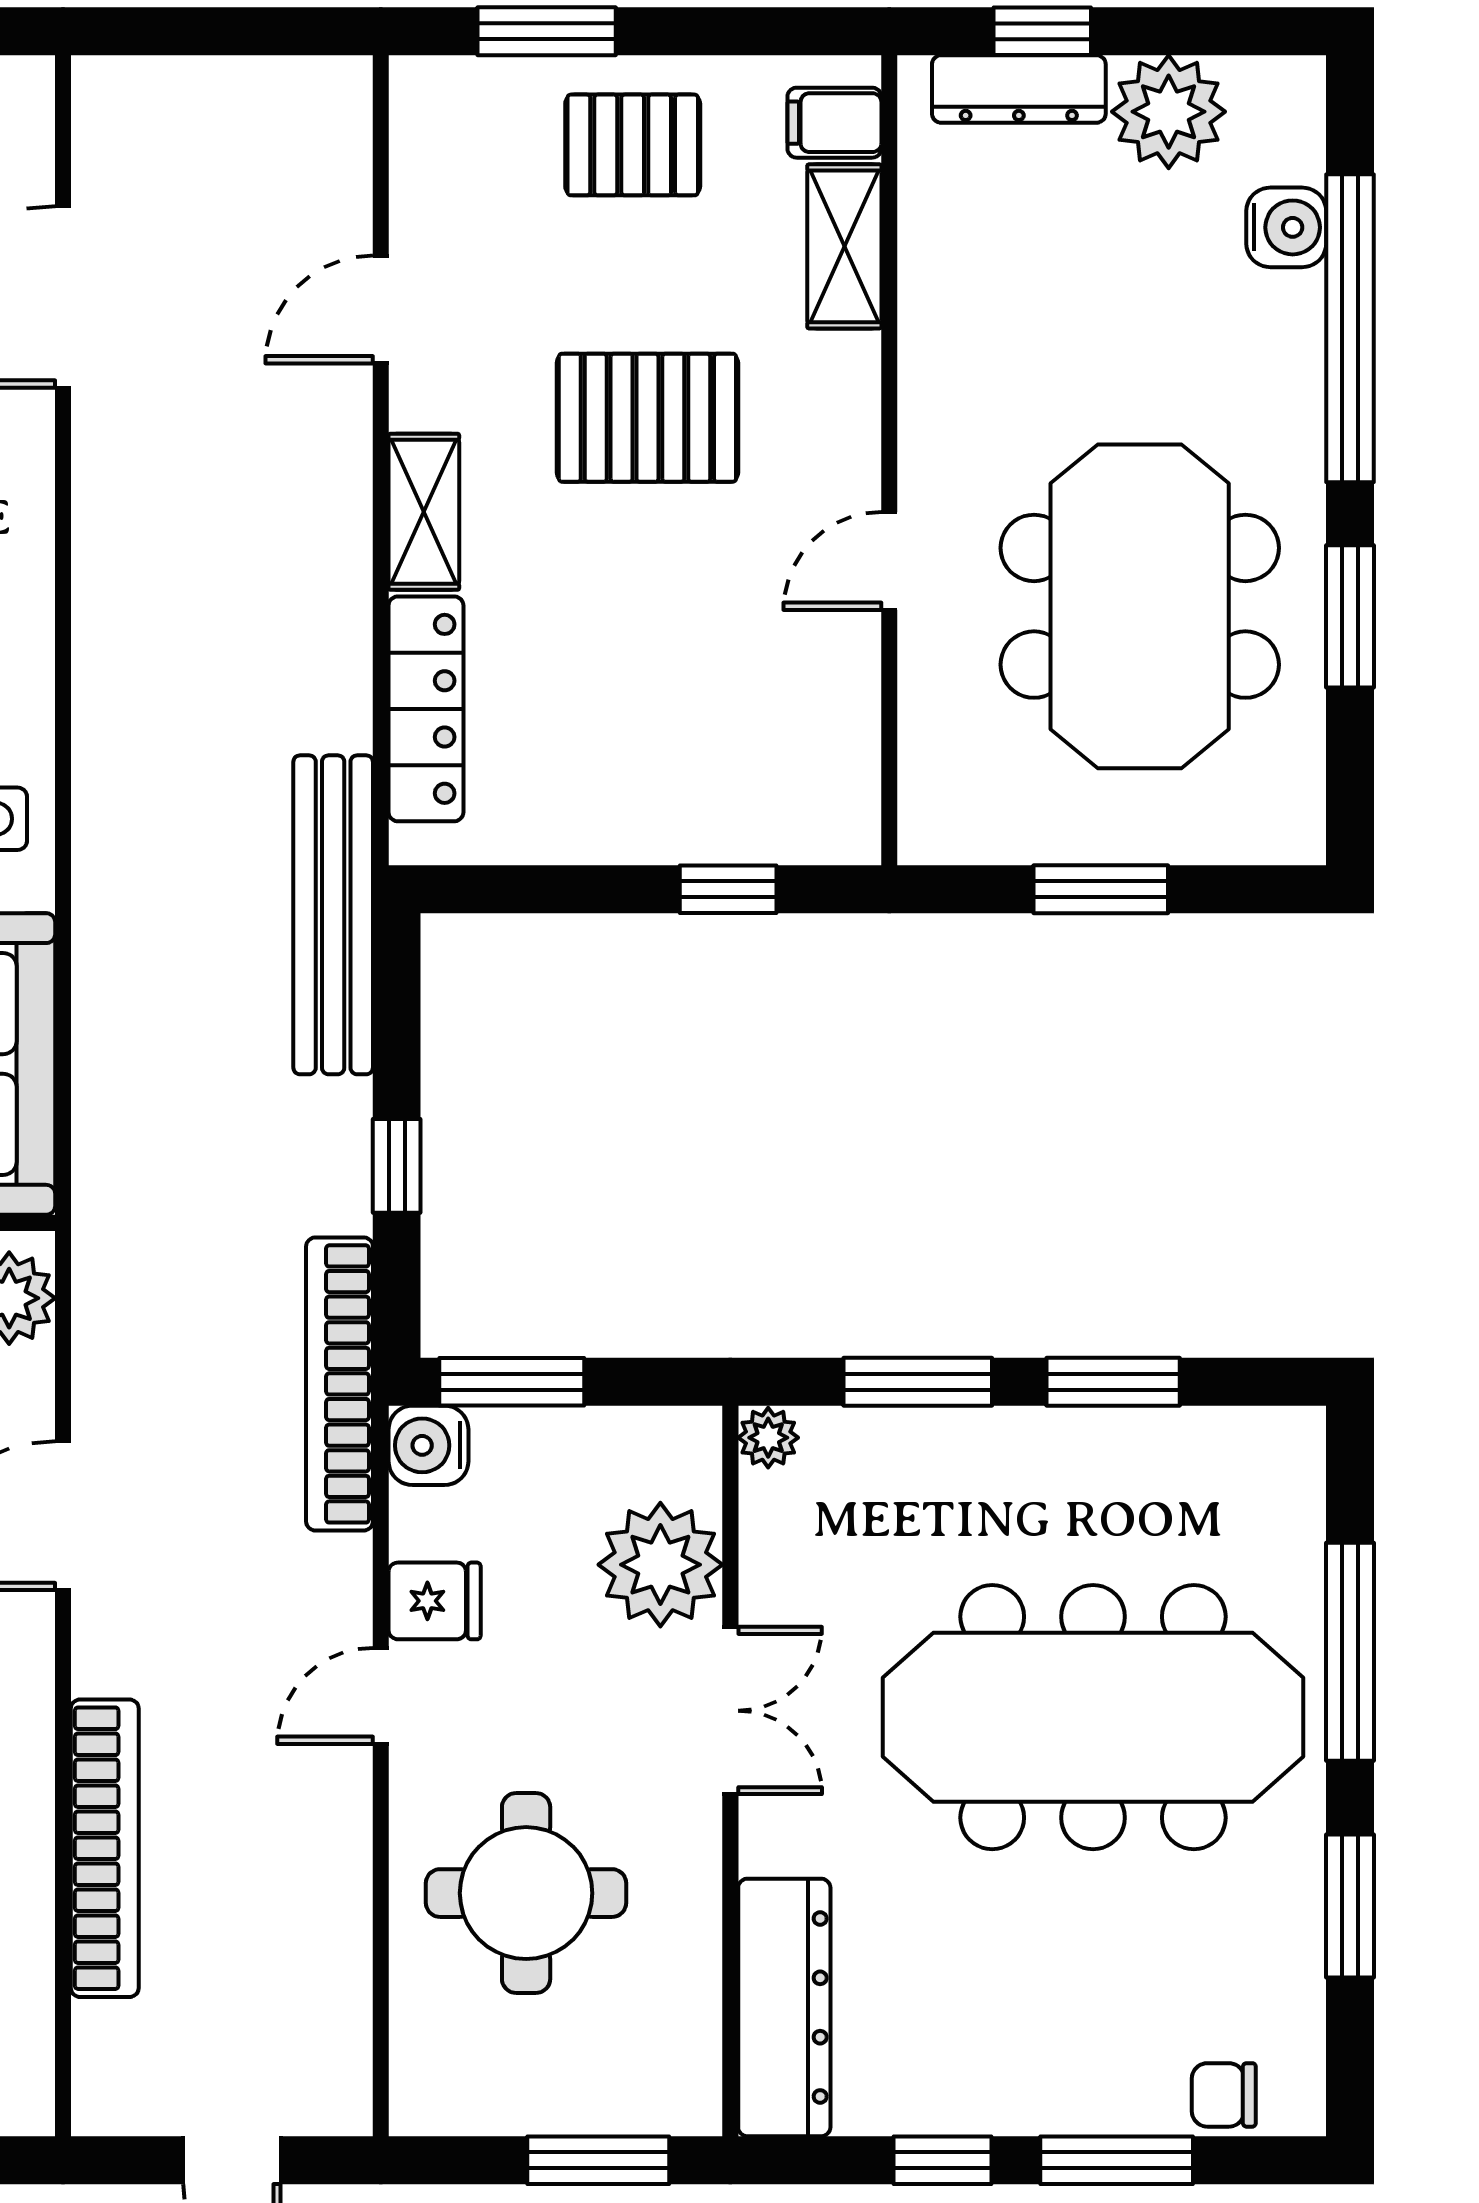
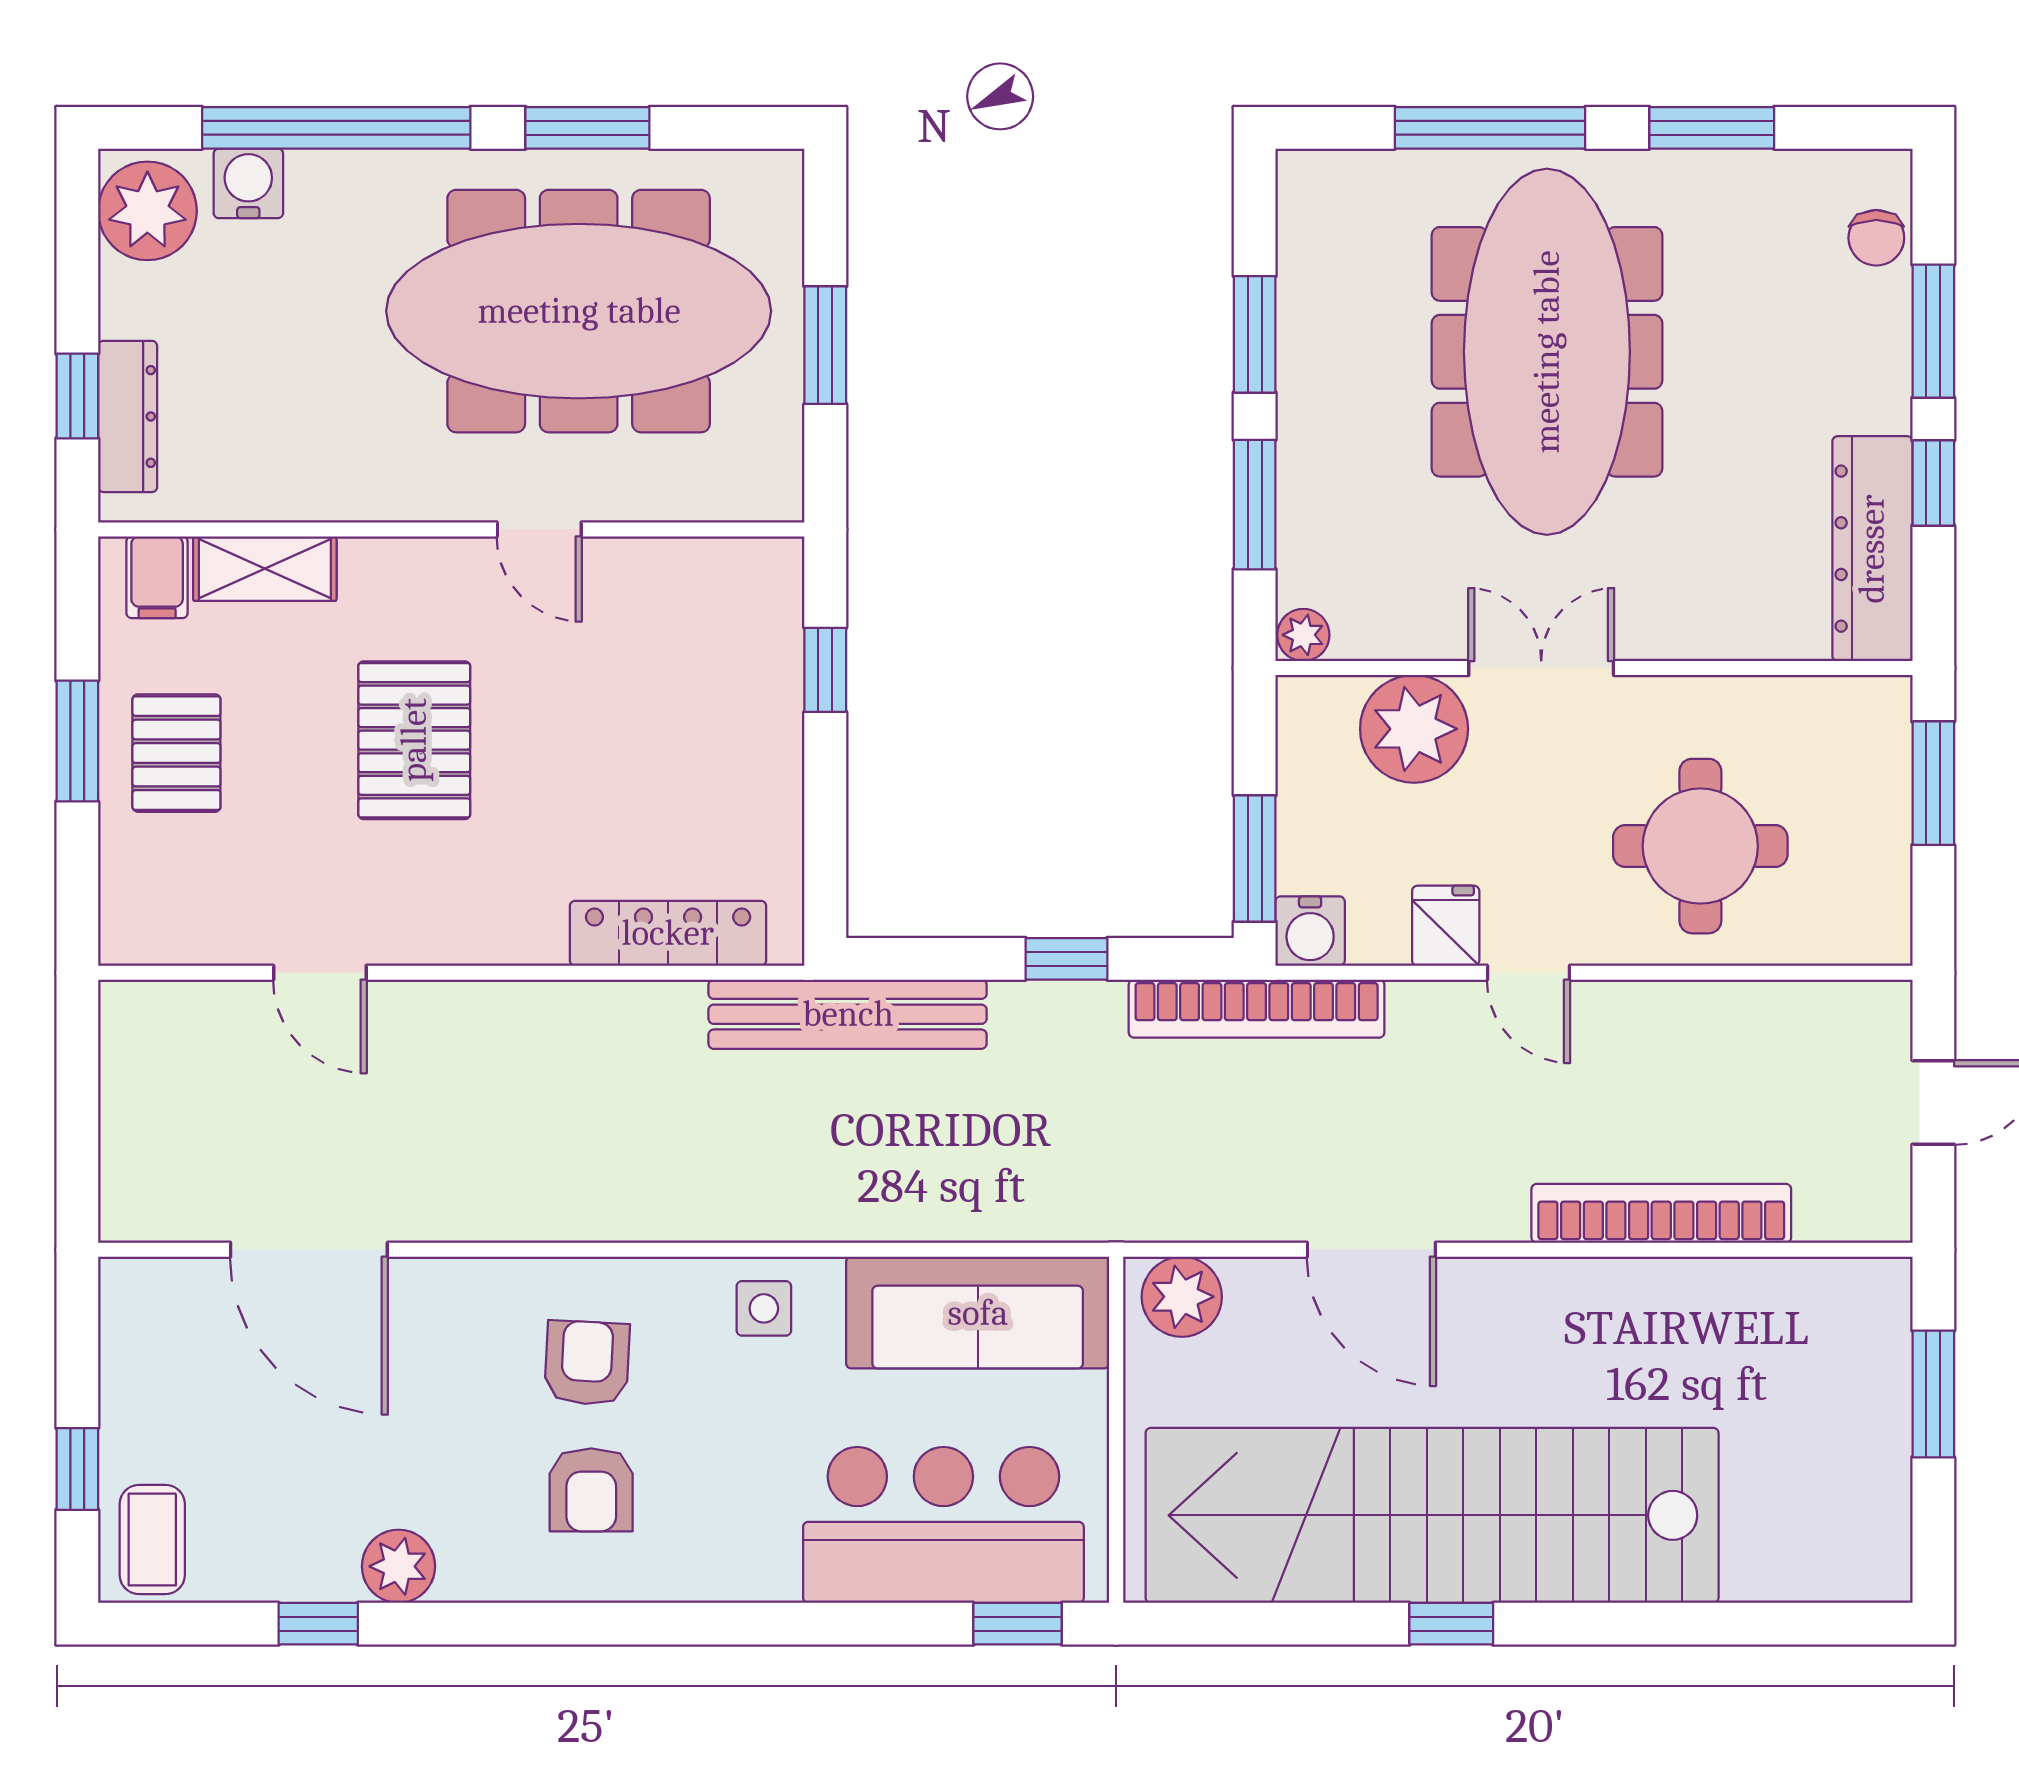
window: (547, 31) -> (77, 741), moved
plant: (1169, 112) -> (147, 211), moved
shelving: (424, 512) -> (496, 935), removed
meeting table: (1140, 606) -> (579, 311), width x1.36
dresser: (784, 2007) -> (1872, 549), moved, turned -90

